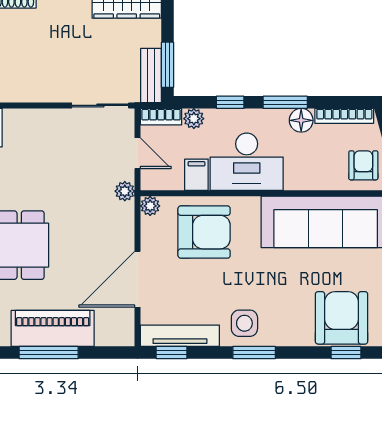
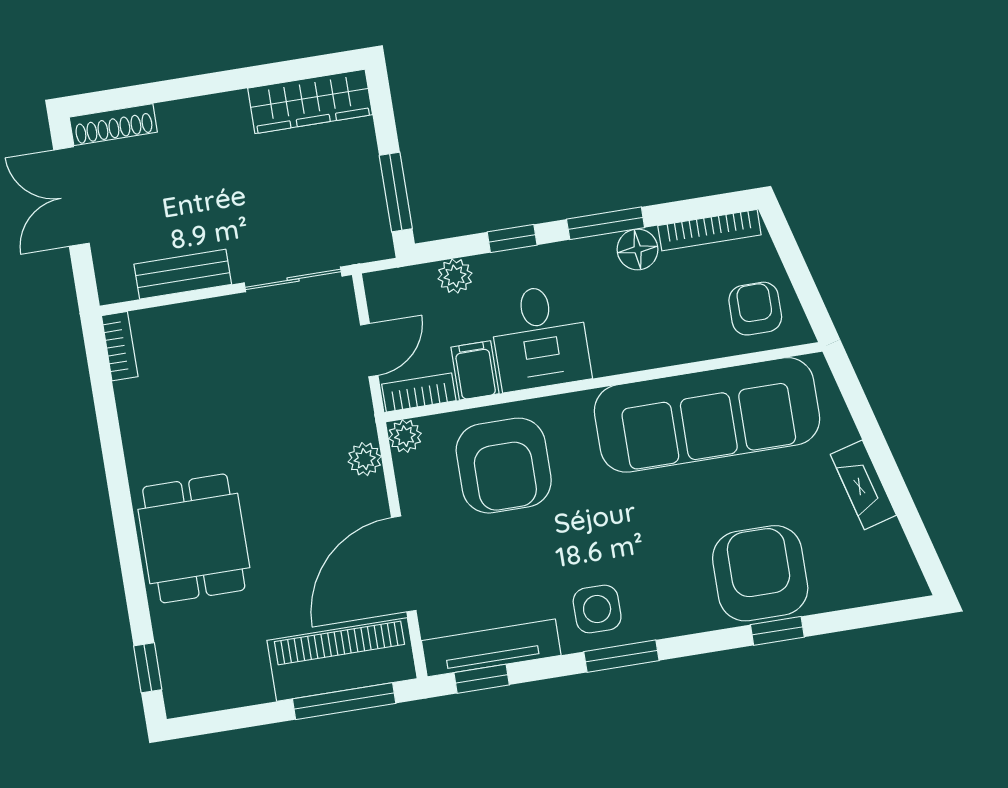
bench: (151, 75) -> (183, 274), moved, turned 90
bookcase: (161, 117) -> (419, 392), moved, turned 180
door: (138, 153) -> (369, 350), hinge flipped
desk: (247, 162) -> (540, 337), width x0.73
plant: (125, 191) -> (365, 459), moved
armchair: (204, 232) -> (504, 466), turned 90
piano: (53, 328) -> (342, 659), moved
window: (49, 353) -> (344, 701), moved

